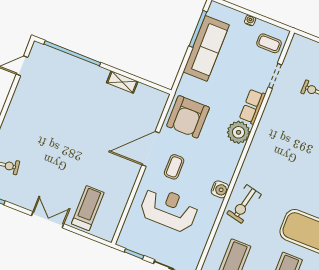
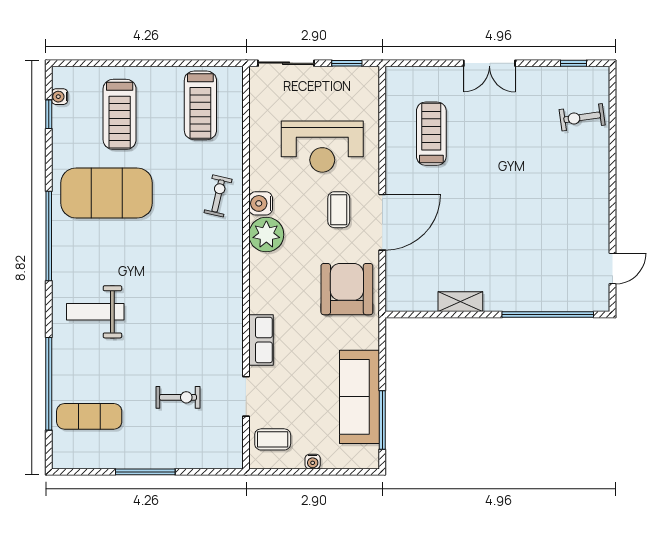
plant: (238, 132) -> (266, 235), moved
exercise bike: (244, 204) -> (218, 196), width x0.73, depth x0.72
treadmill: (88, 208) -> (431, 134), moved, turned 180

